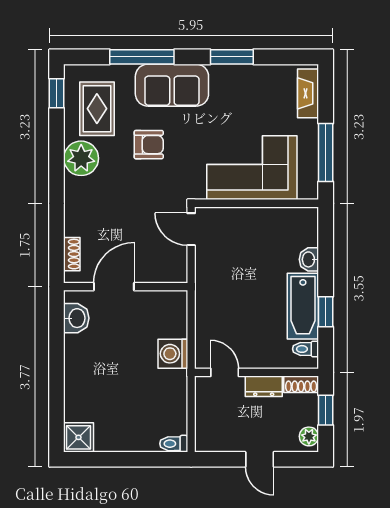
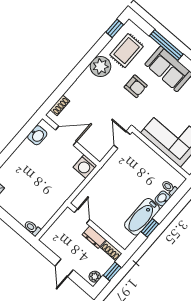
toilet: (306, 349) -> (169, 188), moved
washing machine: (173, 354) -> (85, 166), moved, turned -90

